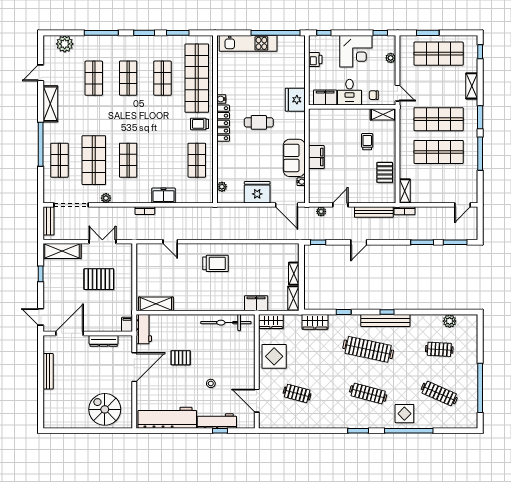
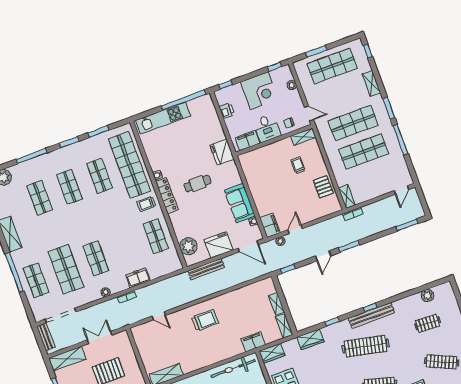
filing cabinet: (316, 157) -> (270, 225), moved
plant: (222, 187) -> (188, 246), width x1.88, depth x1.88
plant: (106, 198) -> (106, 292), moved
bench: (374, 212) -> (206, 269), moved
window: (422, 242) -> (349, 246), moved

